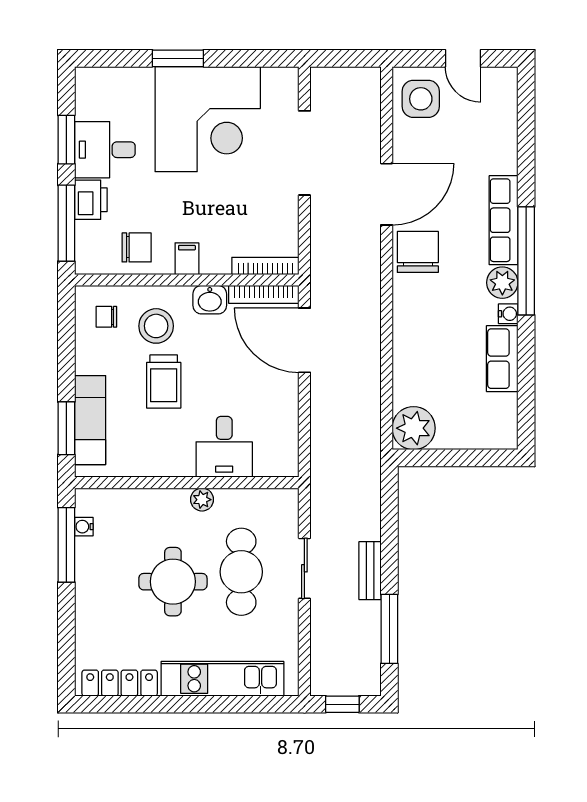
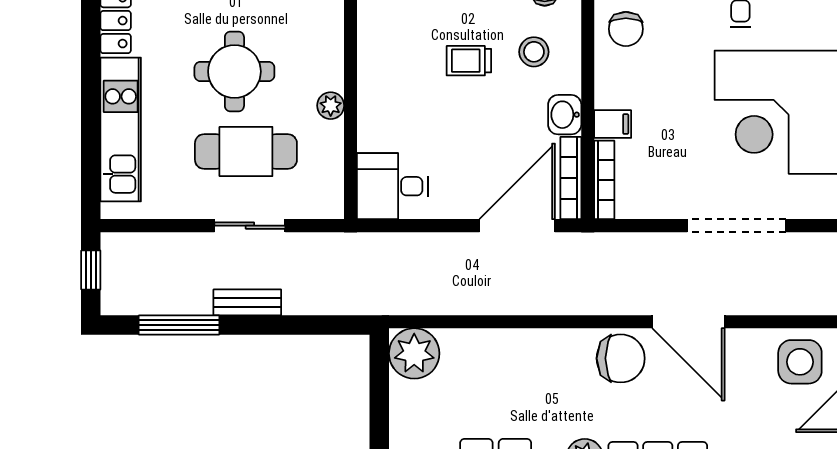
filing cabinet: (187, 259) -> (613, 124), moved
stool: (156, 326) -> (534, 52), width x0.73, depth x0.73
trolley: (164, 382) -> (469, 61), width x0.73, depth x0.72
desk: (224, 447) -> (392, 186), moved

